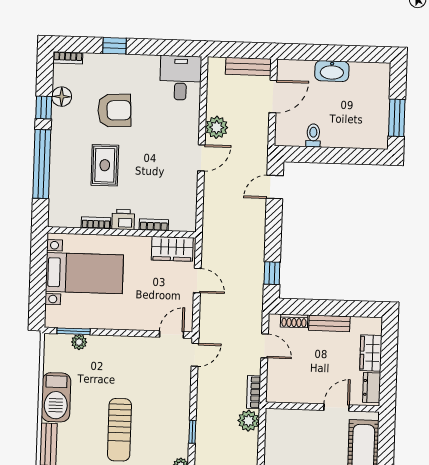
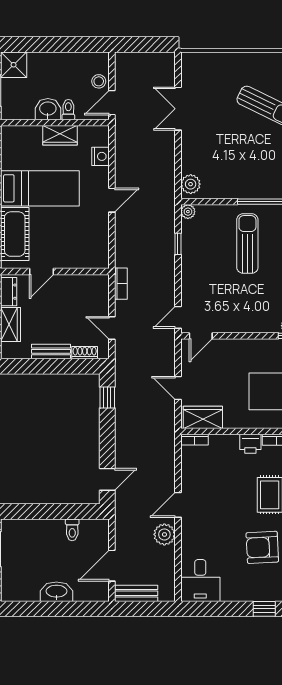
bookcase: (154, 225) -> (194, 440), moved
plant: (249, 421) -> (125, 256), removed

